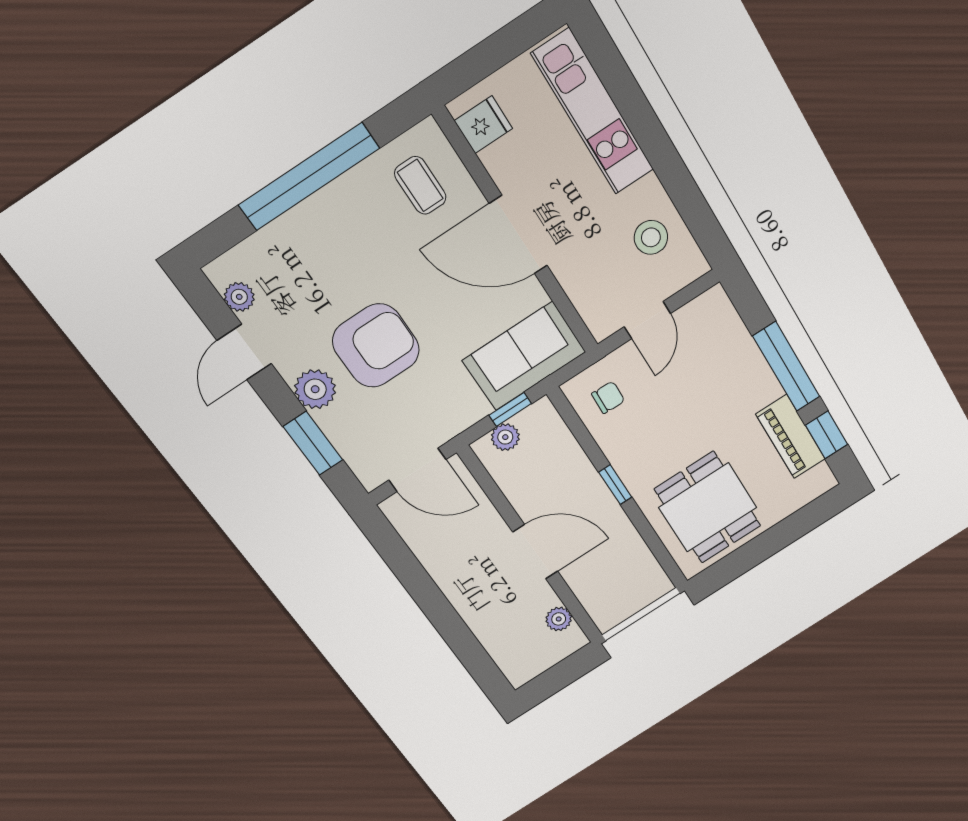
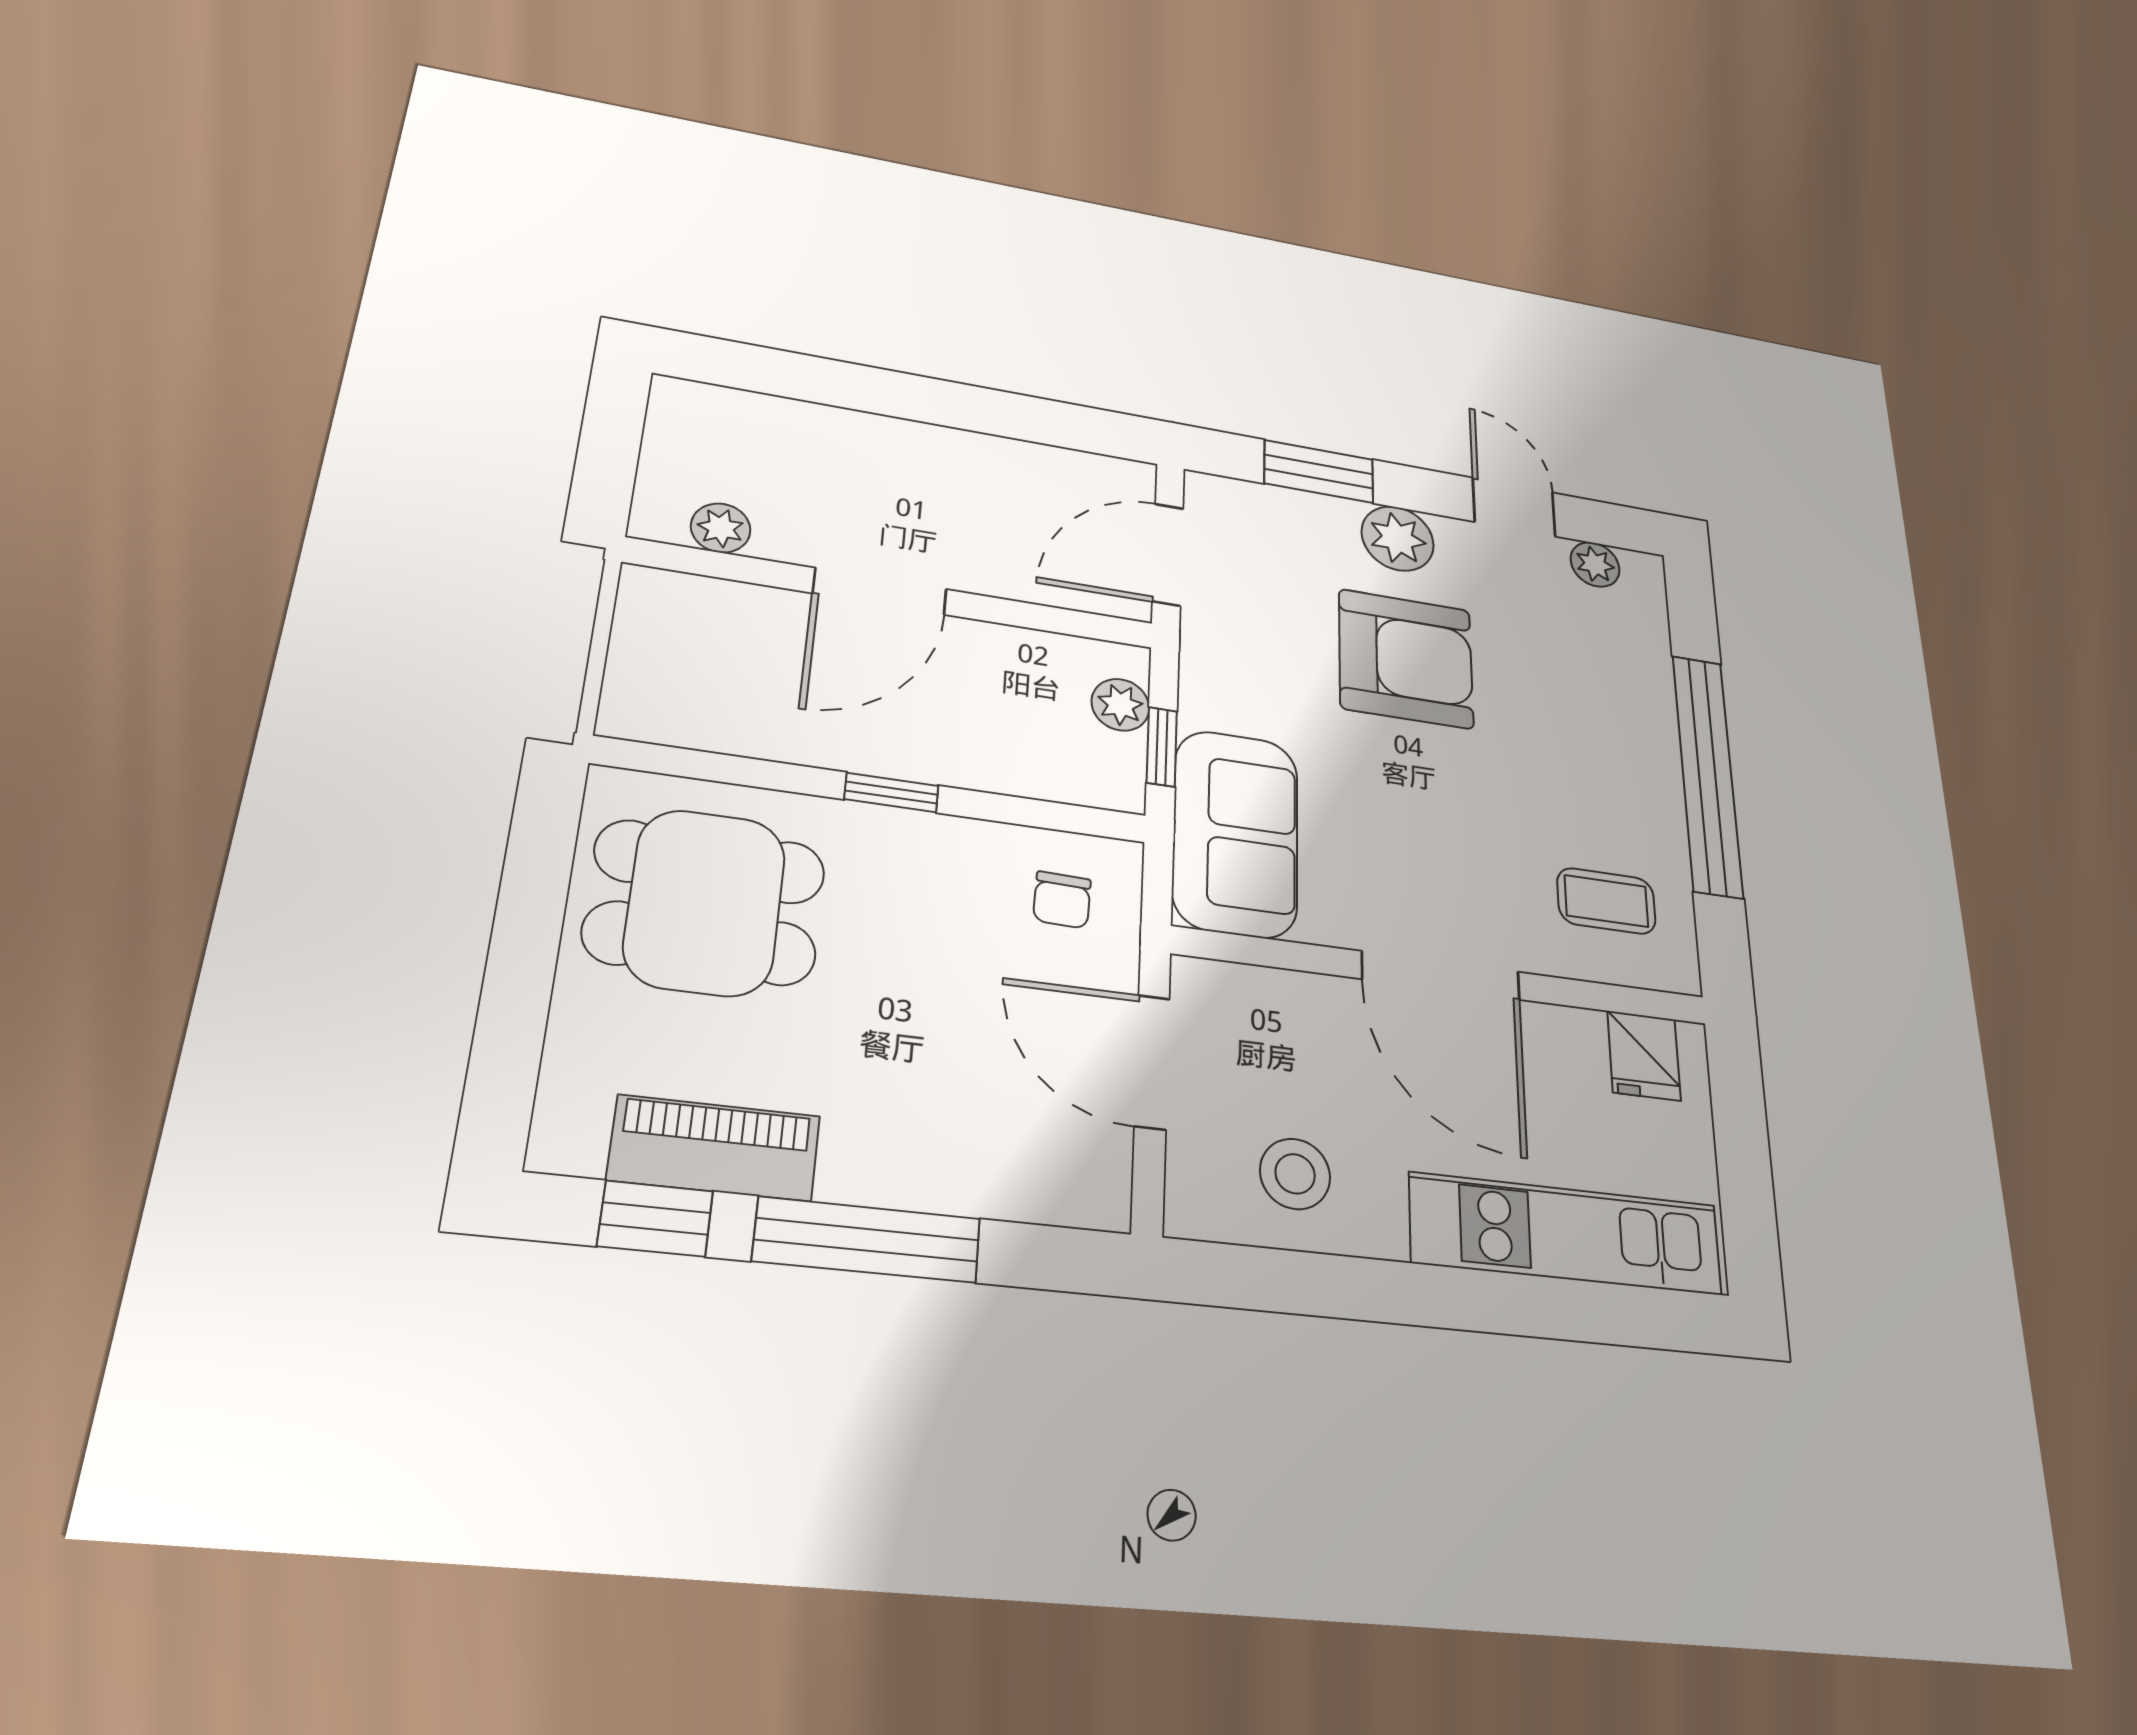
door: (518, 235) -> (1441, 975), swing flipped
door: (647, 320) -> (1152, 1062), width x1.38
armchair: (376, 346) -> (1406, 659), turned -90

